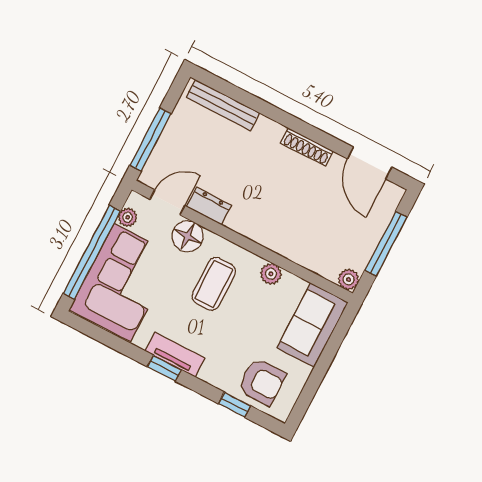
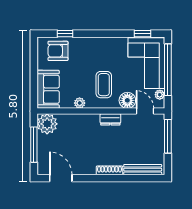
shoe rack: (307, 147) -> (110, 170), moved
door: (167, 202) -> (145, 111), swing flipped
dresser: (209, 206) -> (110, 119), moved
plant: (349, 279) -> (47, 124), width x1.88, depth x1.88
tv unit: (175, 355) -> (105, 43), removed
window: (164, 368) -> (142, 34), moved

